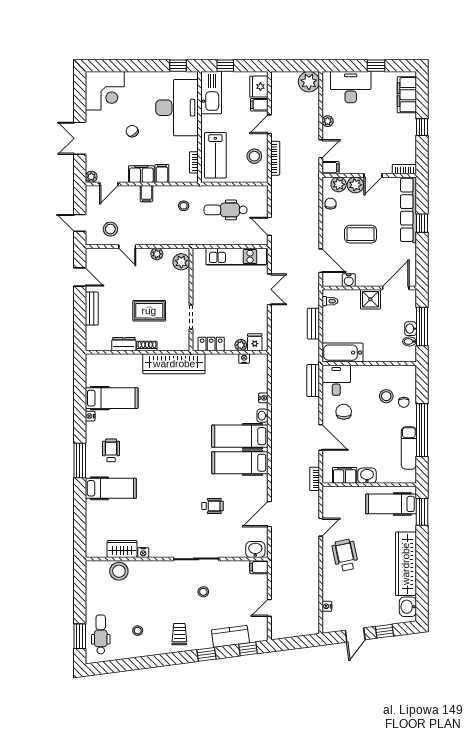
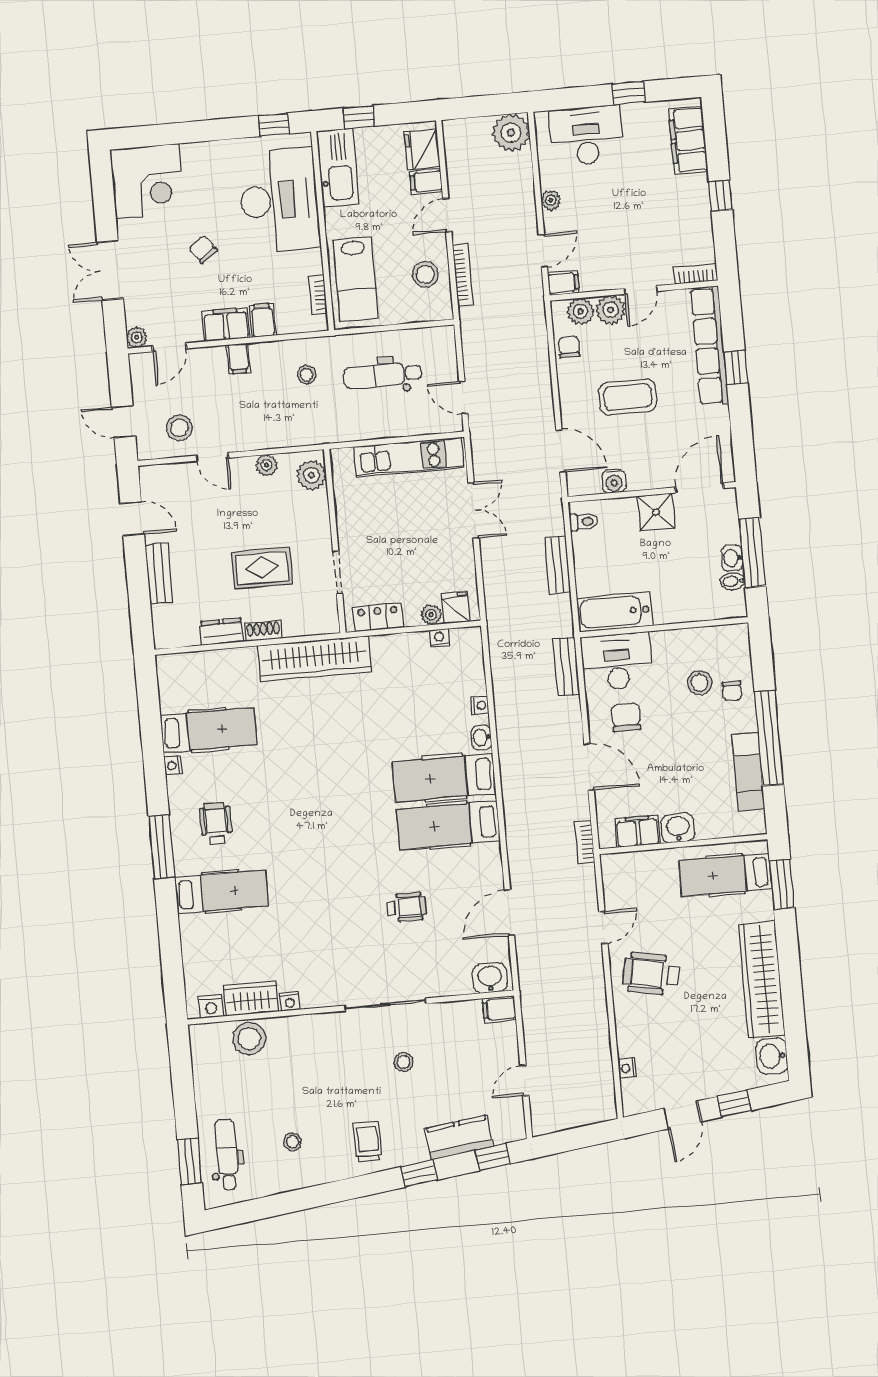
desk: (336, 380) -> (617, 661), width x1.37
nightstand: (99, 551) -> (211, 1006), added
wheelchair: (345, 555) -> (651, 974), turned -67

